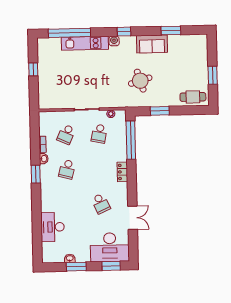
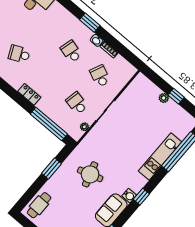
water cooler: (114, 41) -> (129, 196), moved
plant: (42, 77) -> (164, 98), added

